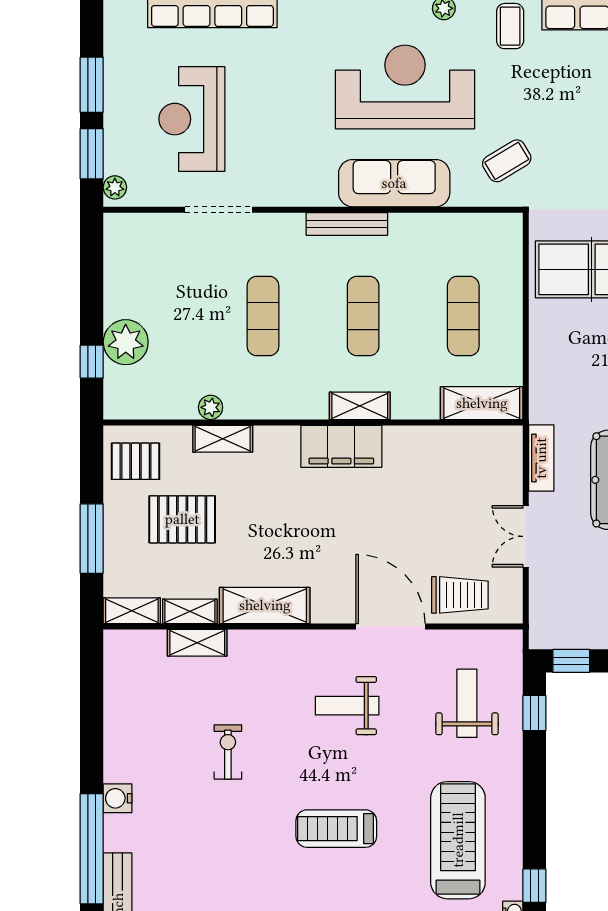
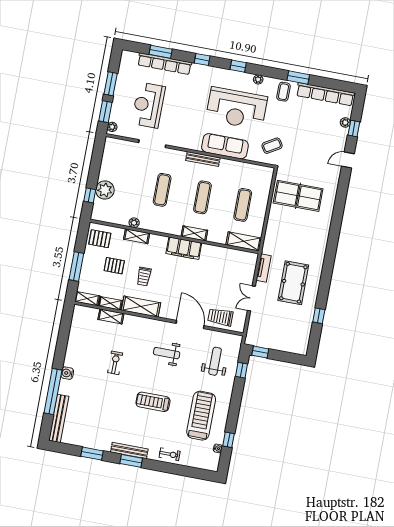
reception desk: (405, 87) -> (237, 108), turned 180
pallet: (182, 519) -> (114, 266), width x0.67, depth x0.71
trolley: (258, 532) -> (144, 277), added
trolley: (460, 595) -> (220, 317), turned 180

